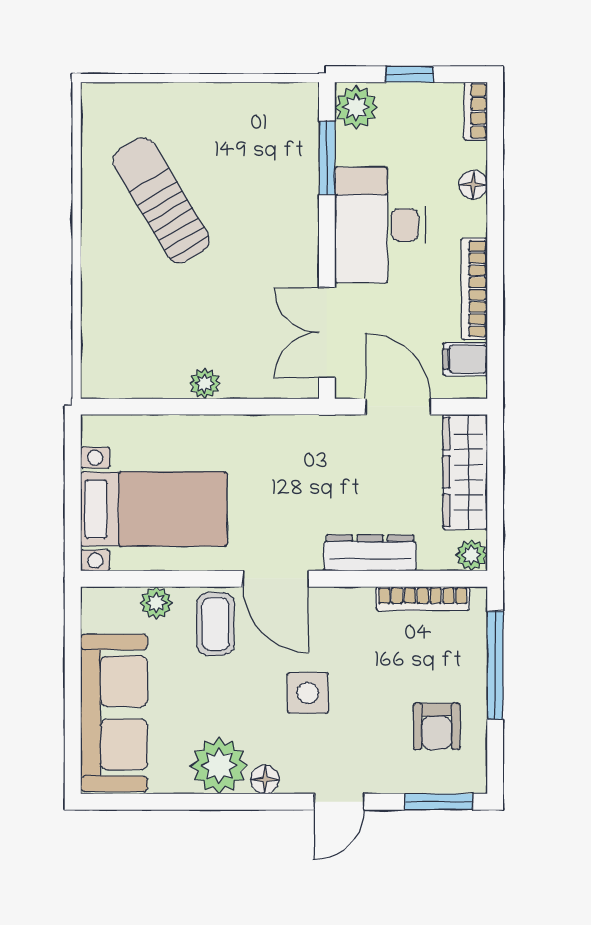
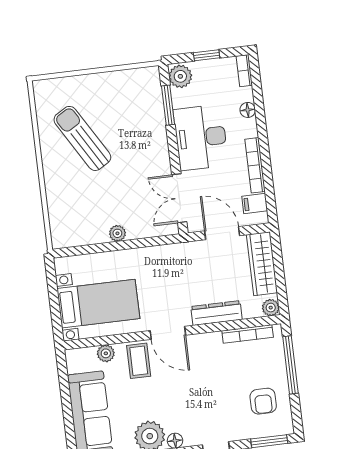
side table: (308, 693) -> (192, 392), removed

